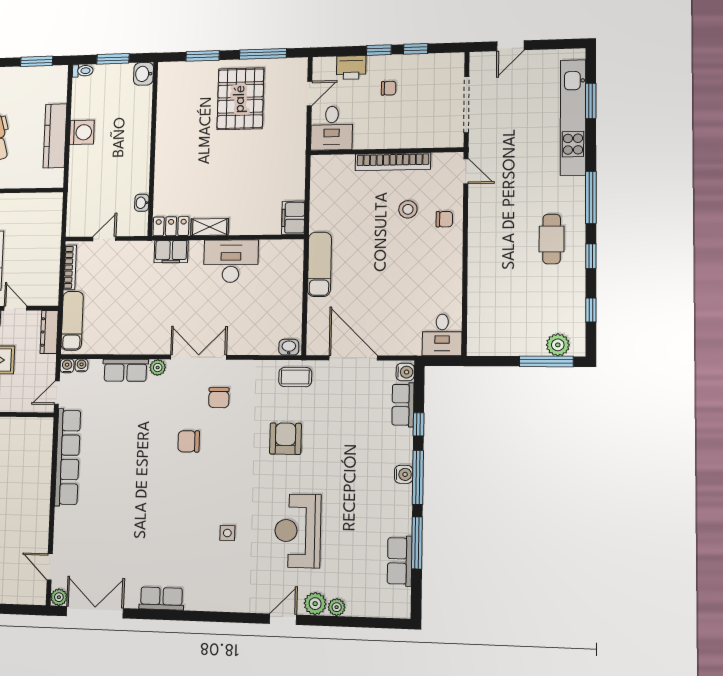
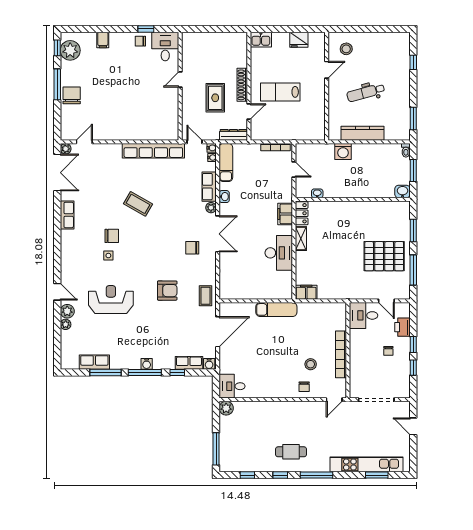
washing machine: (82, 132) -> (343, 151), moved
exam couch: (72, 321) -> (226, 163), moved, turned -90
plant: (558, 345) -> (226, 408), moved
washbasin: (289, 347) -> (224, 197), moved
chair: (189, 441) -> (112, 236), moved, turned 90
coffee table: (148, 483) -> (138, 204), added

